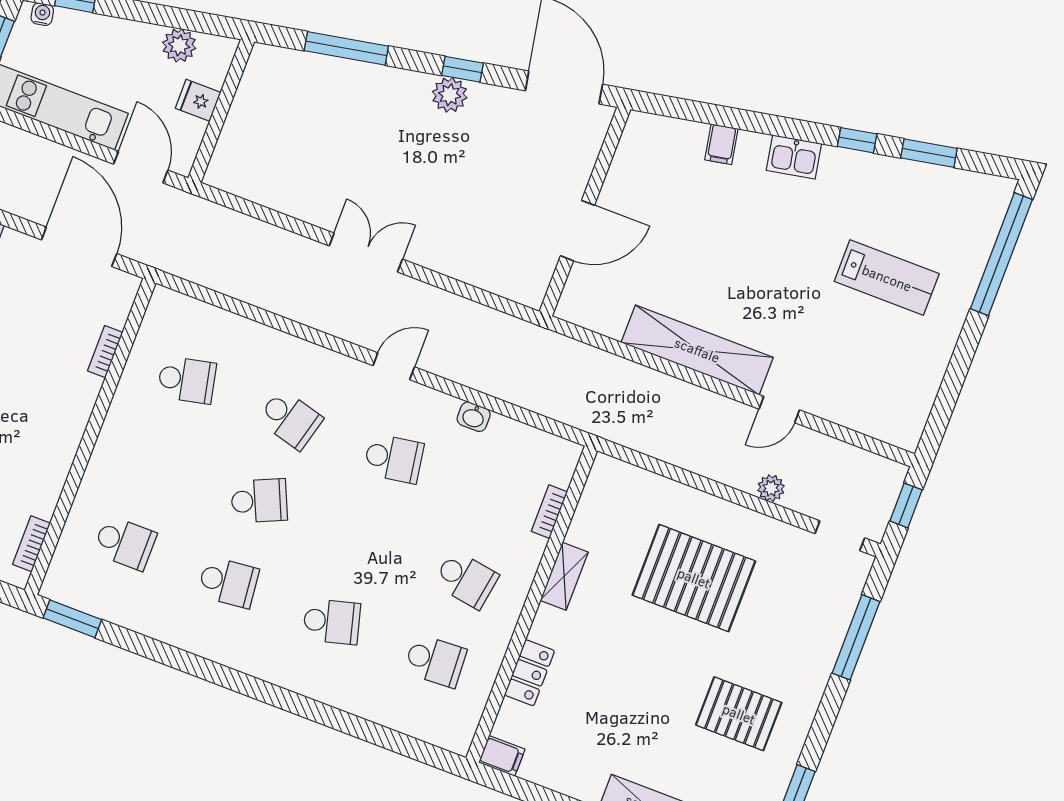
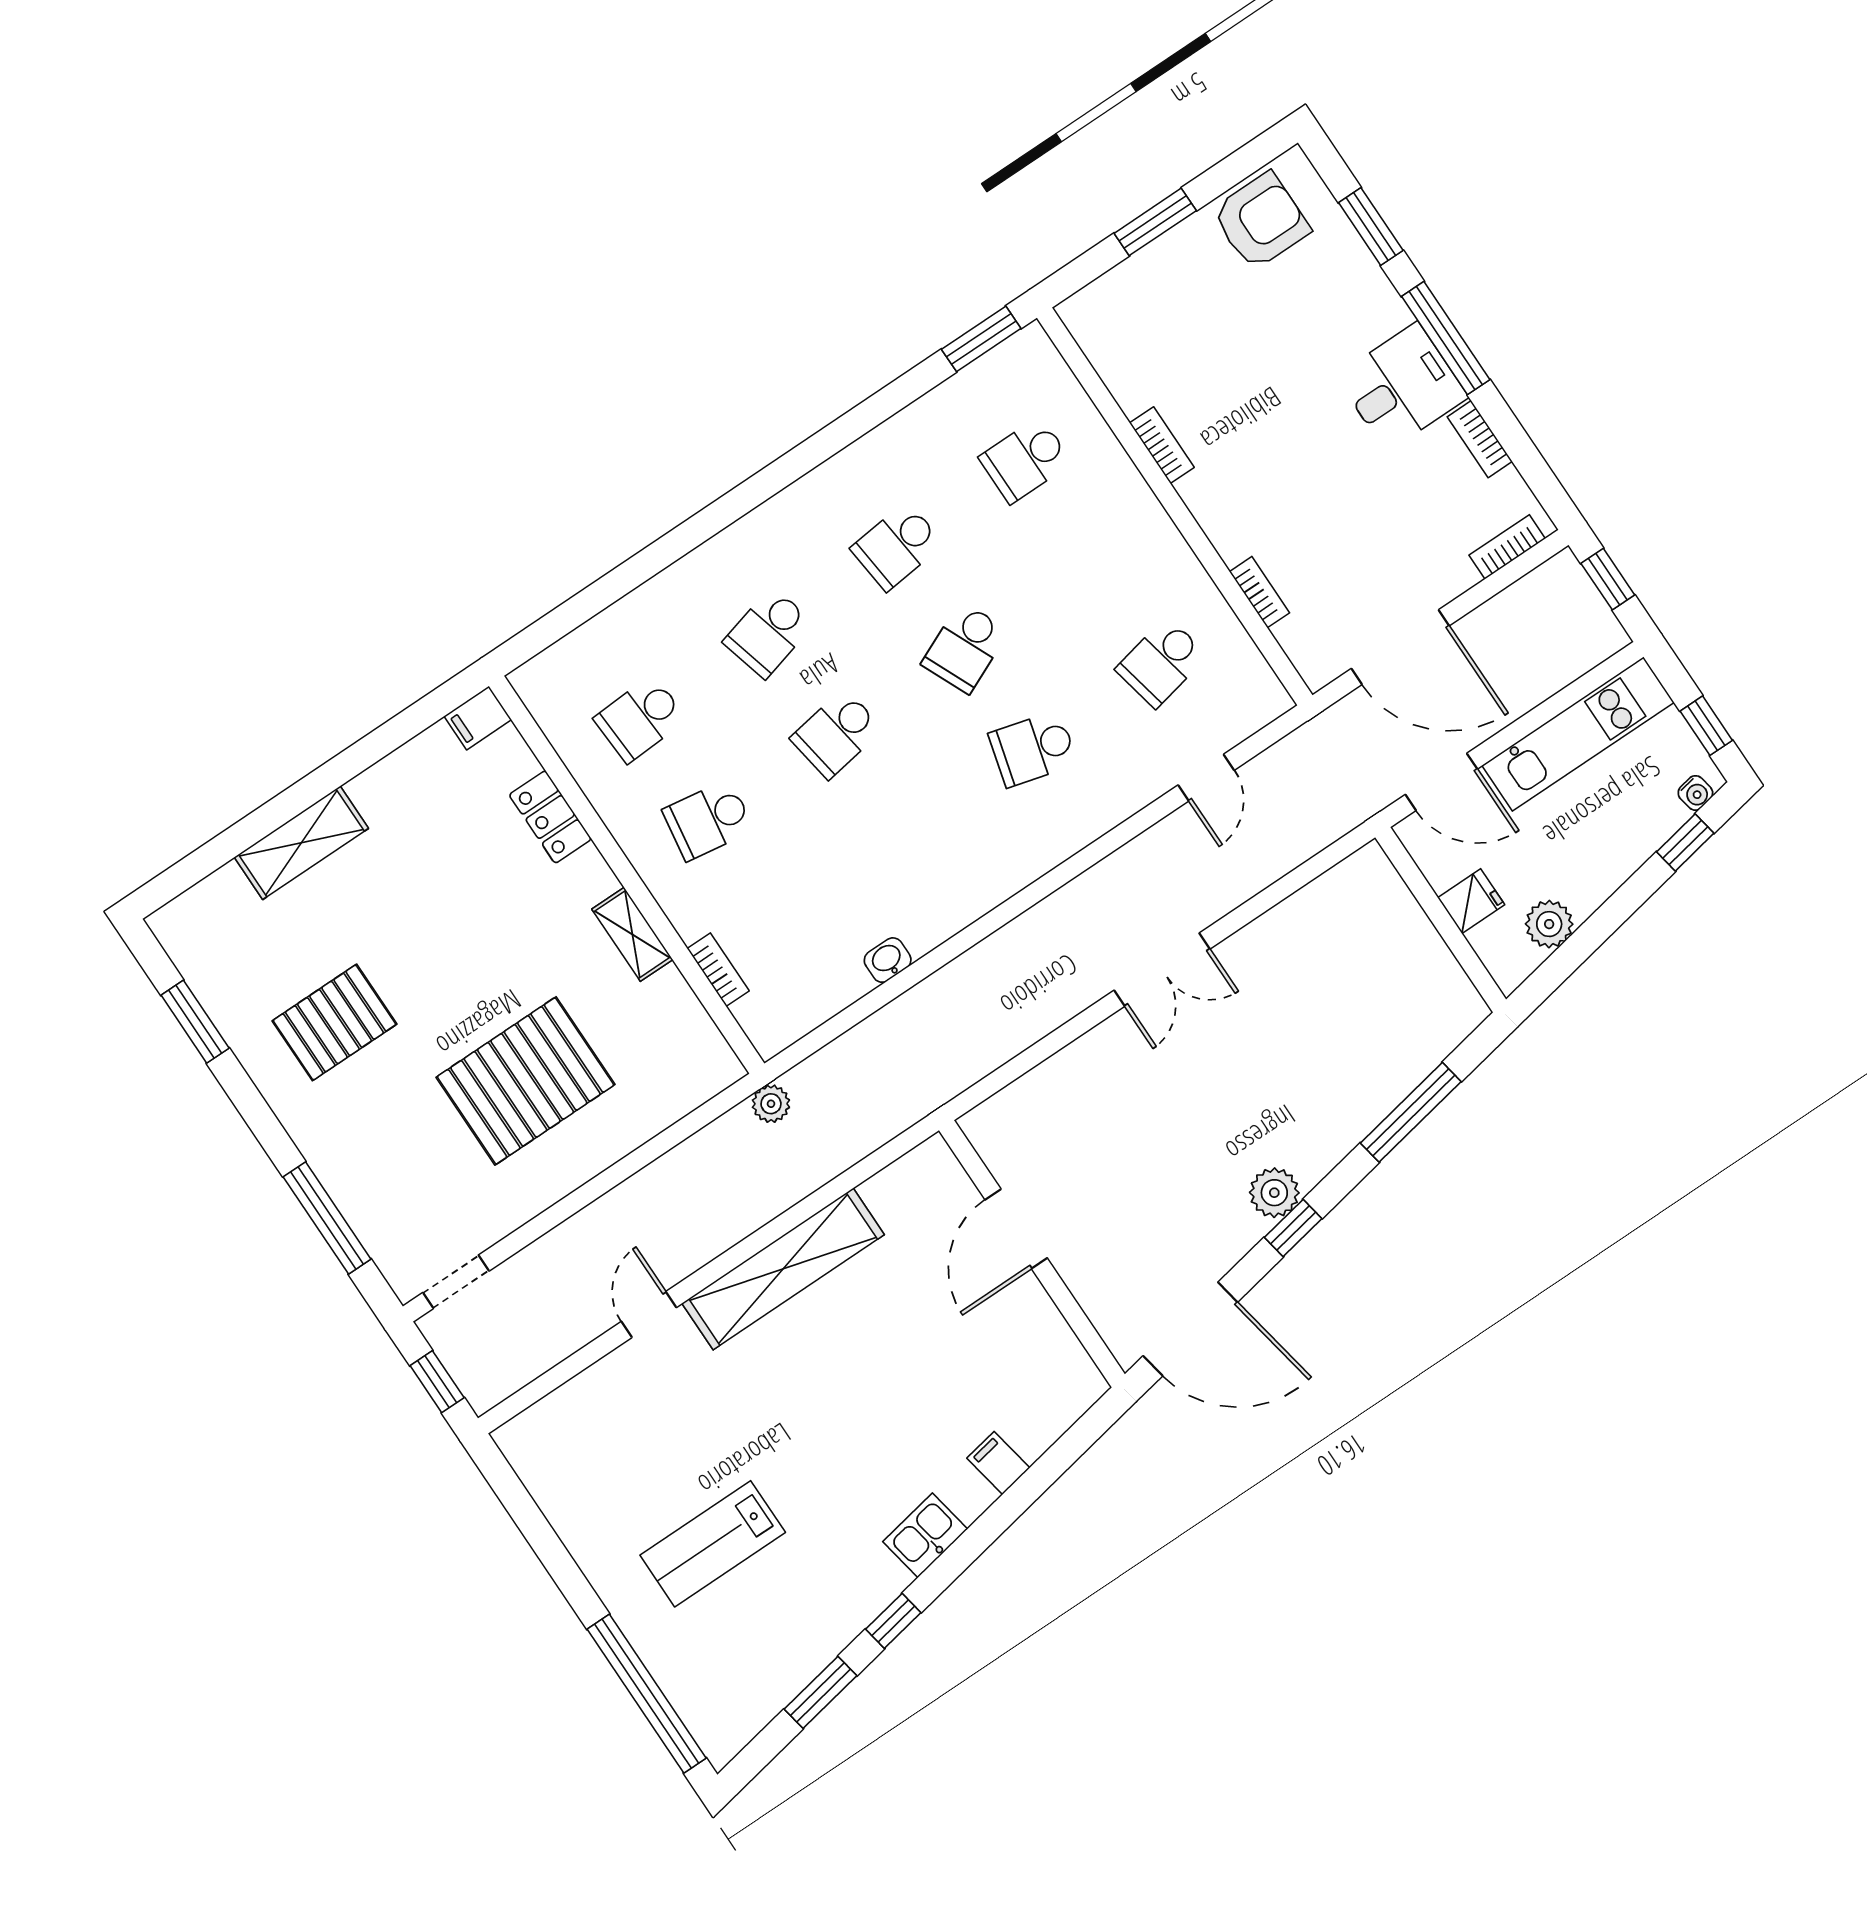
door: (394, 366) -> (1206, 778), moved
school desk: (394, 458) -> (837, 734), moved
plant: (771, 488) -> (771, 1104), moved
bookcase: (31, 544) -> (1162, 445), moved

